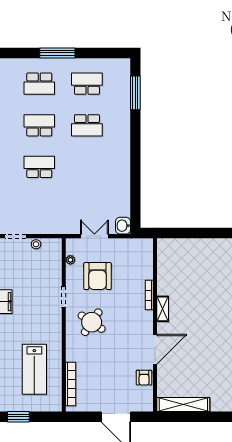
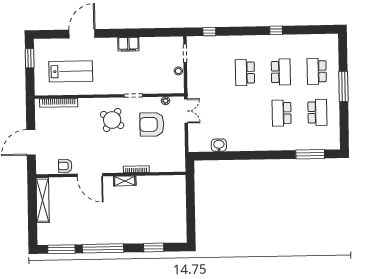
school desk: (39, 167) -> (245, 73), turned 180
washbasin: (123, 226) -> (219, 145), moved
double door: (94, 236) -> (186, 111), moved
lab bench: (34, 369) -> (71, 71), turned 180

